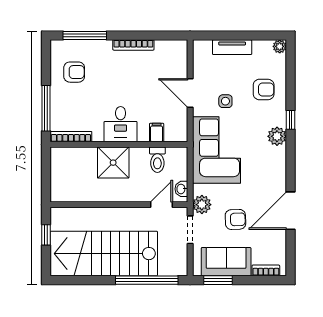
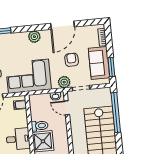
filing cabinet: (157, 133) -> (20, 105), moved
plant: (277, 136) -> (34, 37), moved
toilet: (157, 160) -> (40, 126), moved
door: (291, 211) -> (63, 25), hinge flipped

